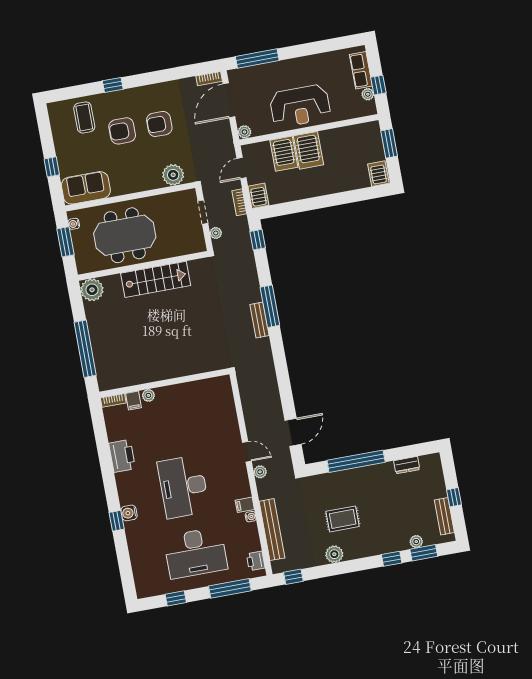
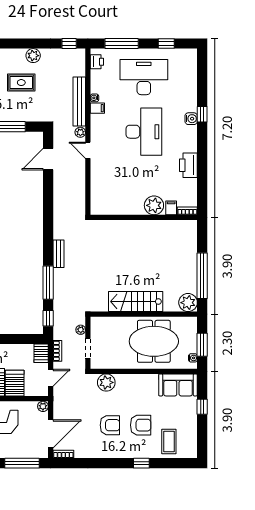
window: (270, 306) -> (48, 283), moved
window: (85, 349) -> (202, 276), moved
plant: (148, 395) -> (154, 205), width x1.88, depth x1.88
bench: (272, 530) -> (79, 102), moved

